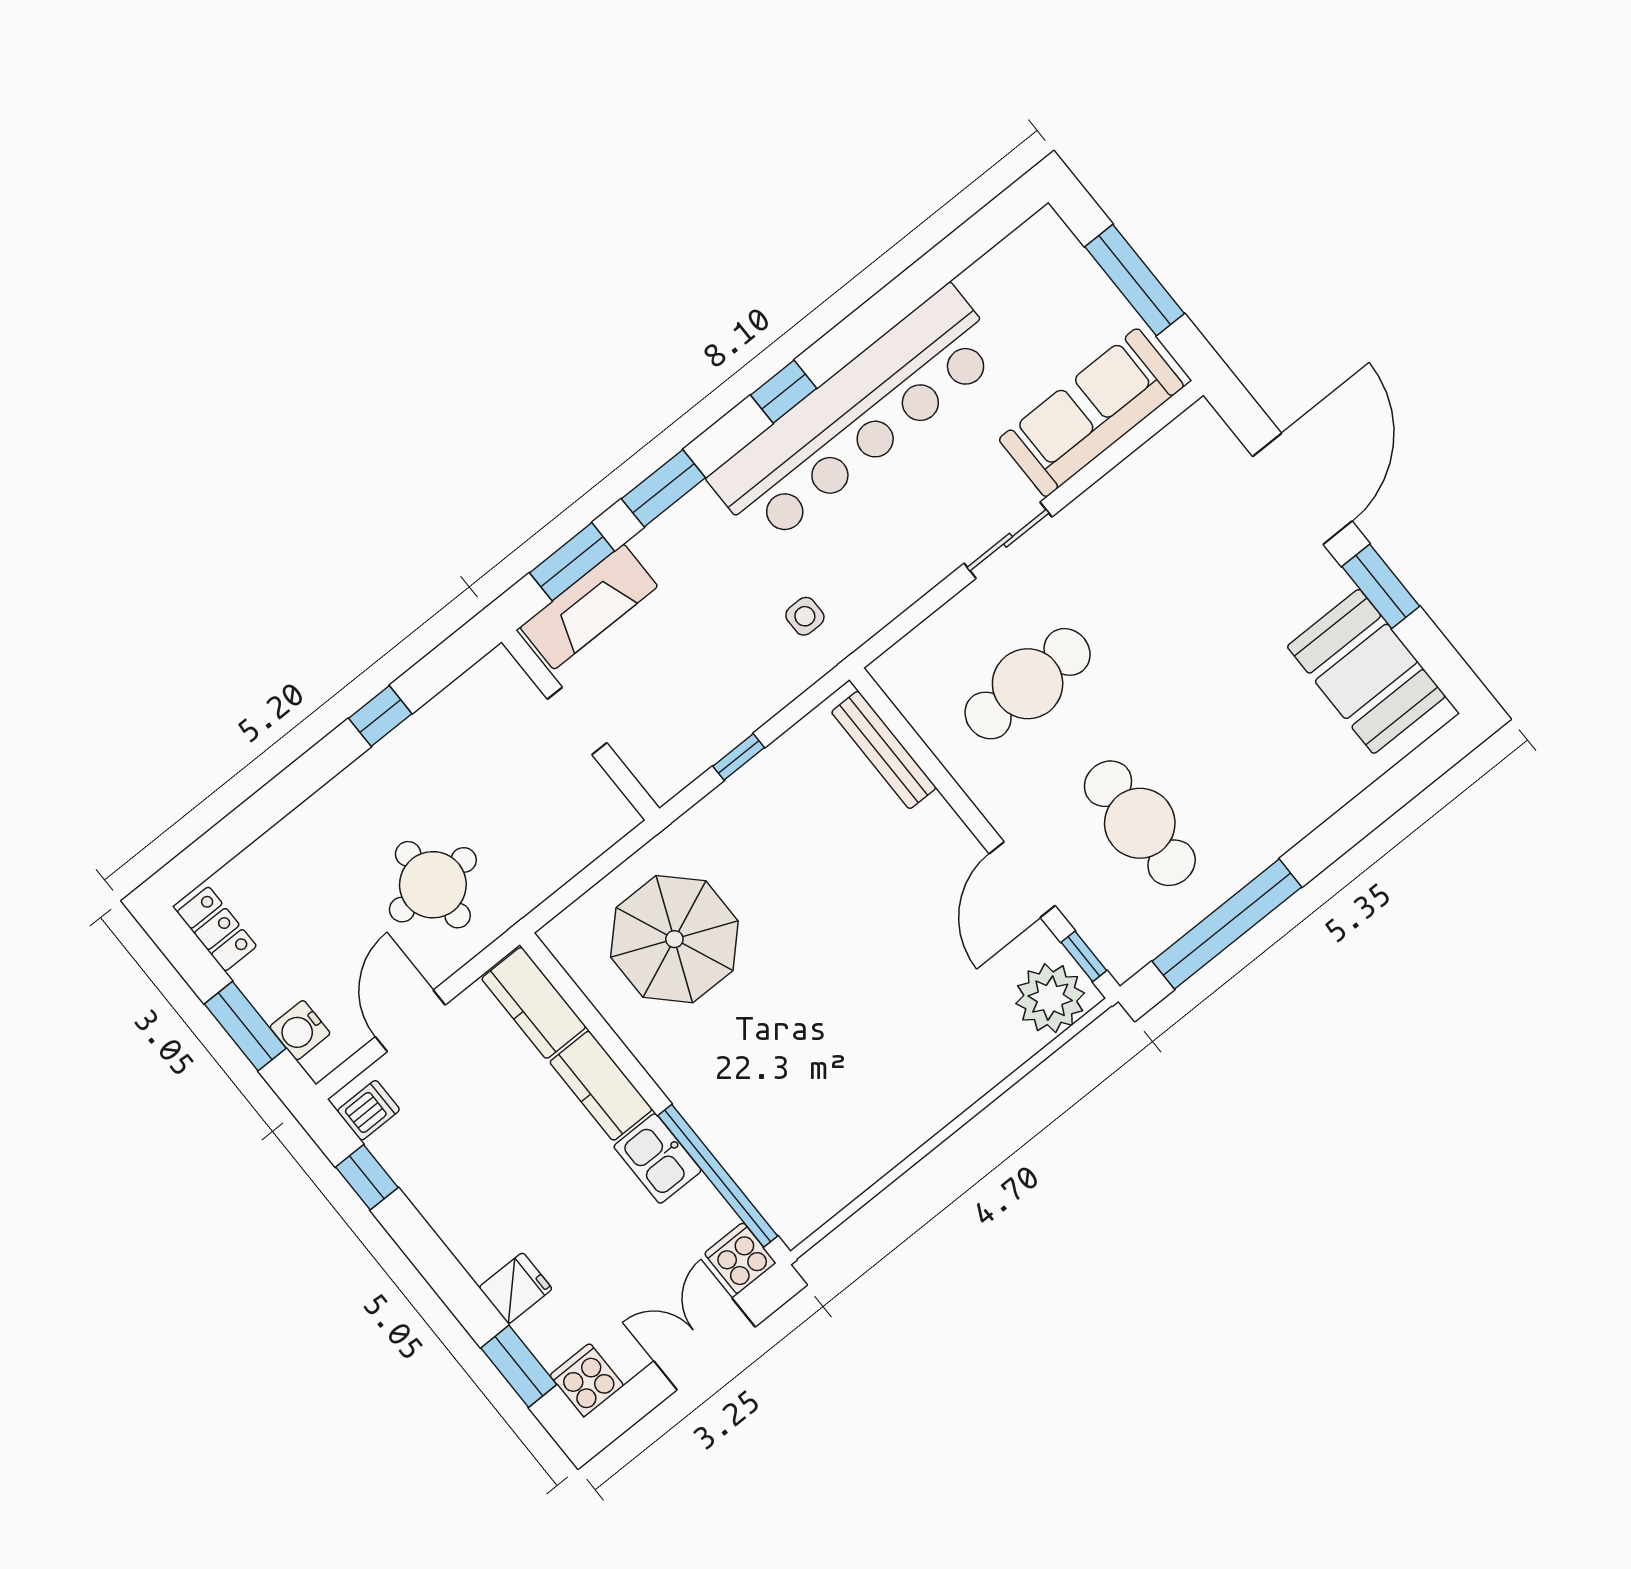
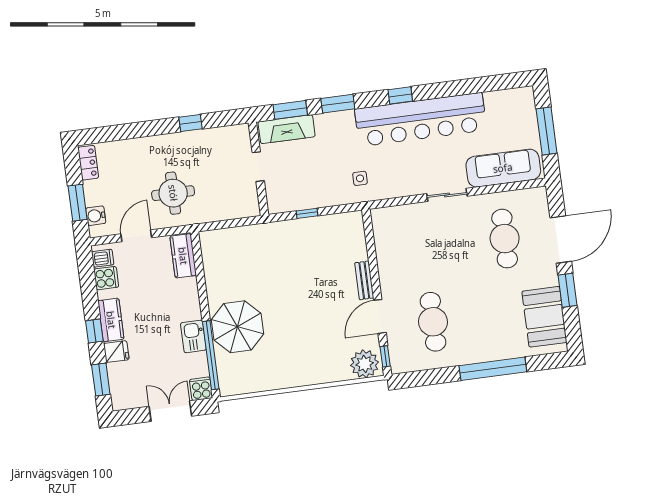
cafe table: (1028, 684) -> (505, 239), moved, turned 90
bench: (884, 750) -> (364, 280), moved, width x0.73
window: (1227, 924) -> (493, 369), moved
parasol: (674, 939) -> (237, 327), moved
kitchen counter: (601, 1086) -> (111, 320), moved, turned 180
window: (367, 1177) -> (94, 331), moved
cooker: (587, 1380) -> (106, 278), moved, turned 90

